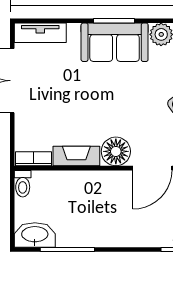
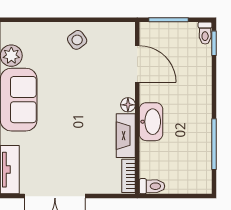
floor lamp: (116, 151) -> (128, 105), width x0.53, depth x0.53
washbasin: (35, 235) -> (151, 122), moved, turned 180

